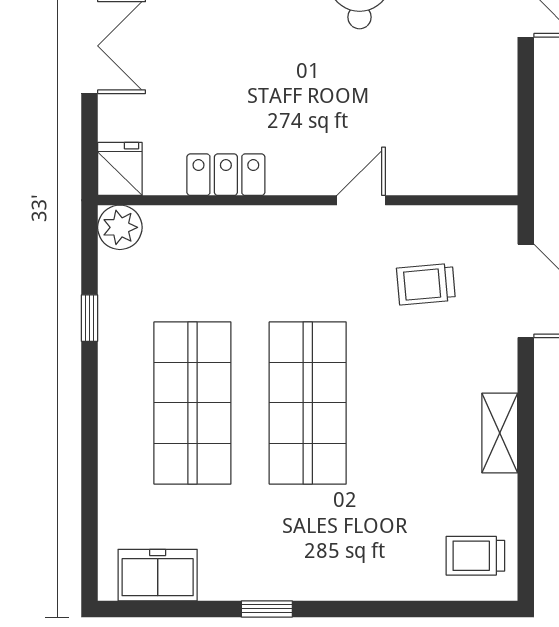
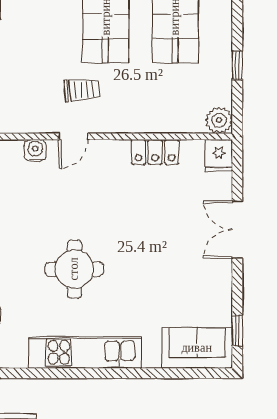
water cooler: (425, 177) -> (35, 150), added
trolley: (426, 284) -> (82, 90), moved

